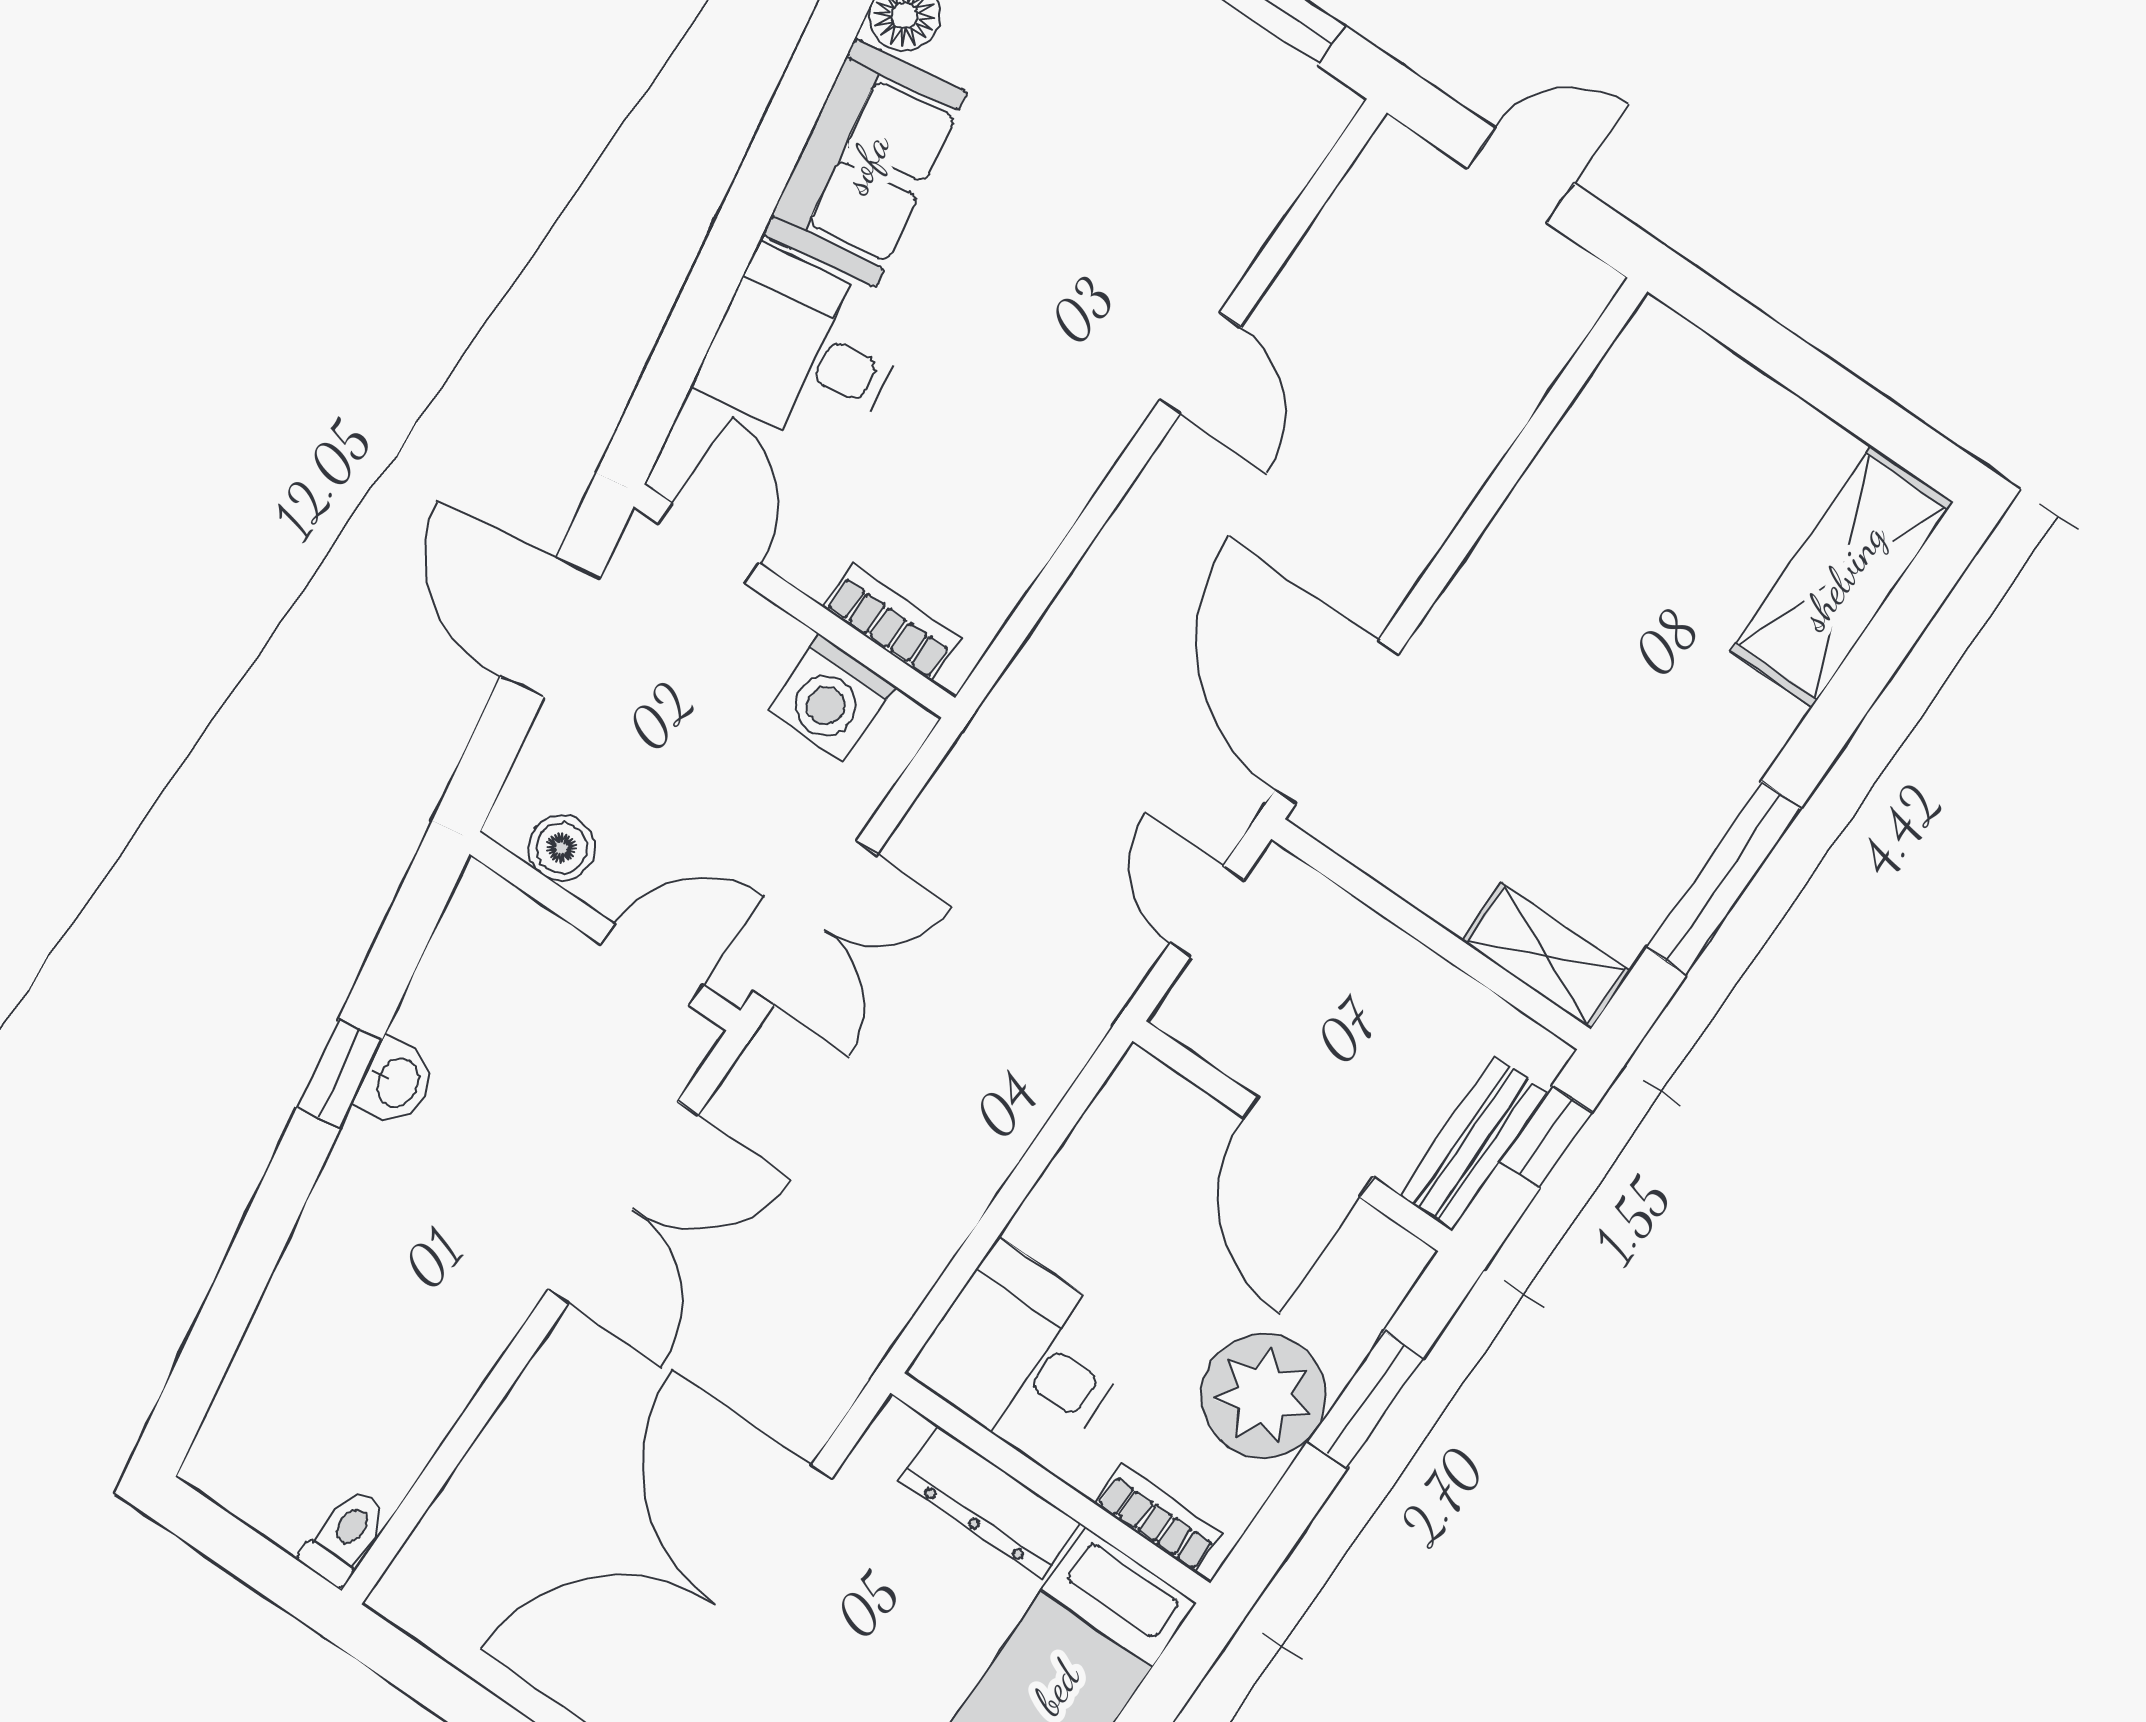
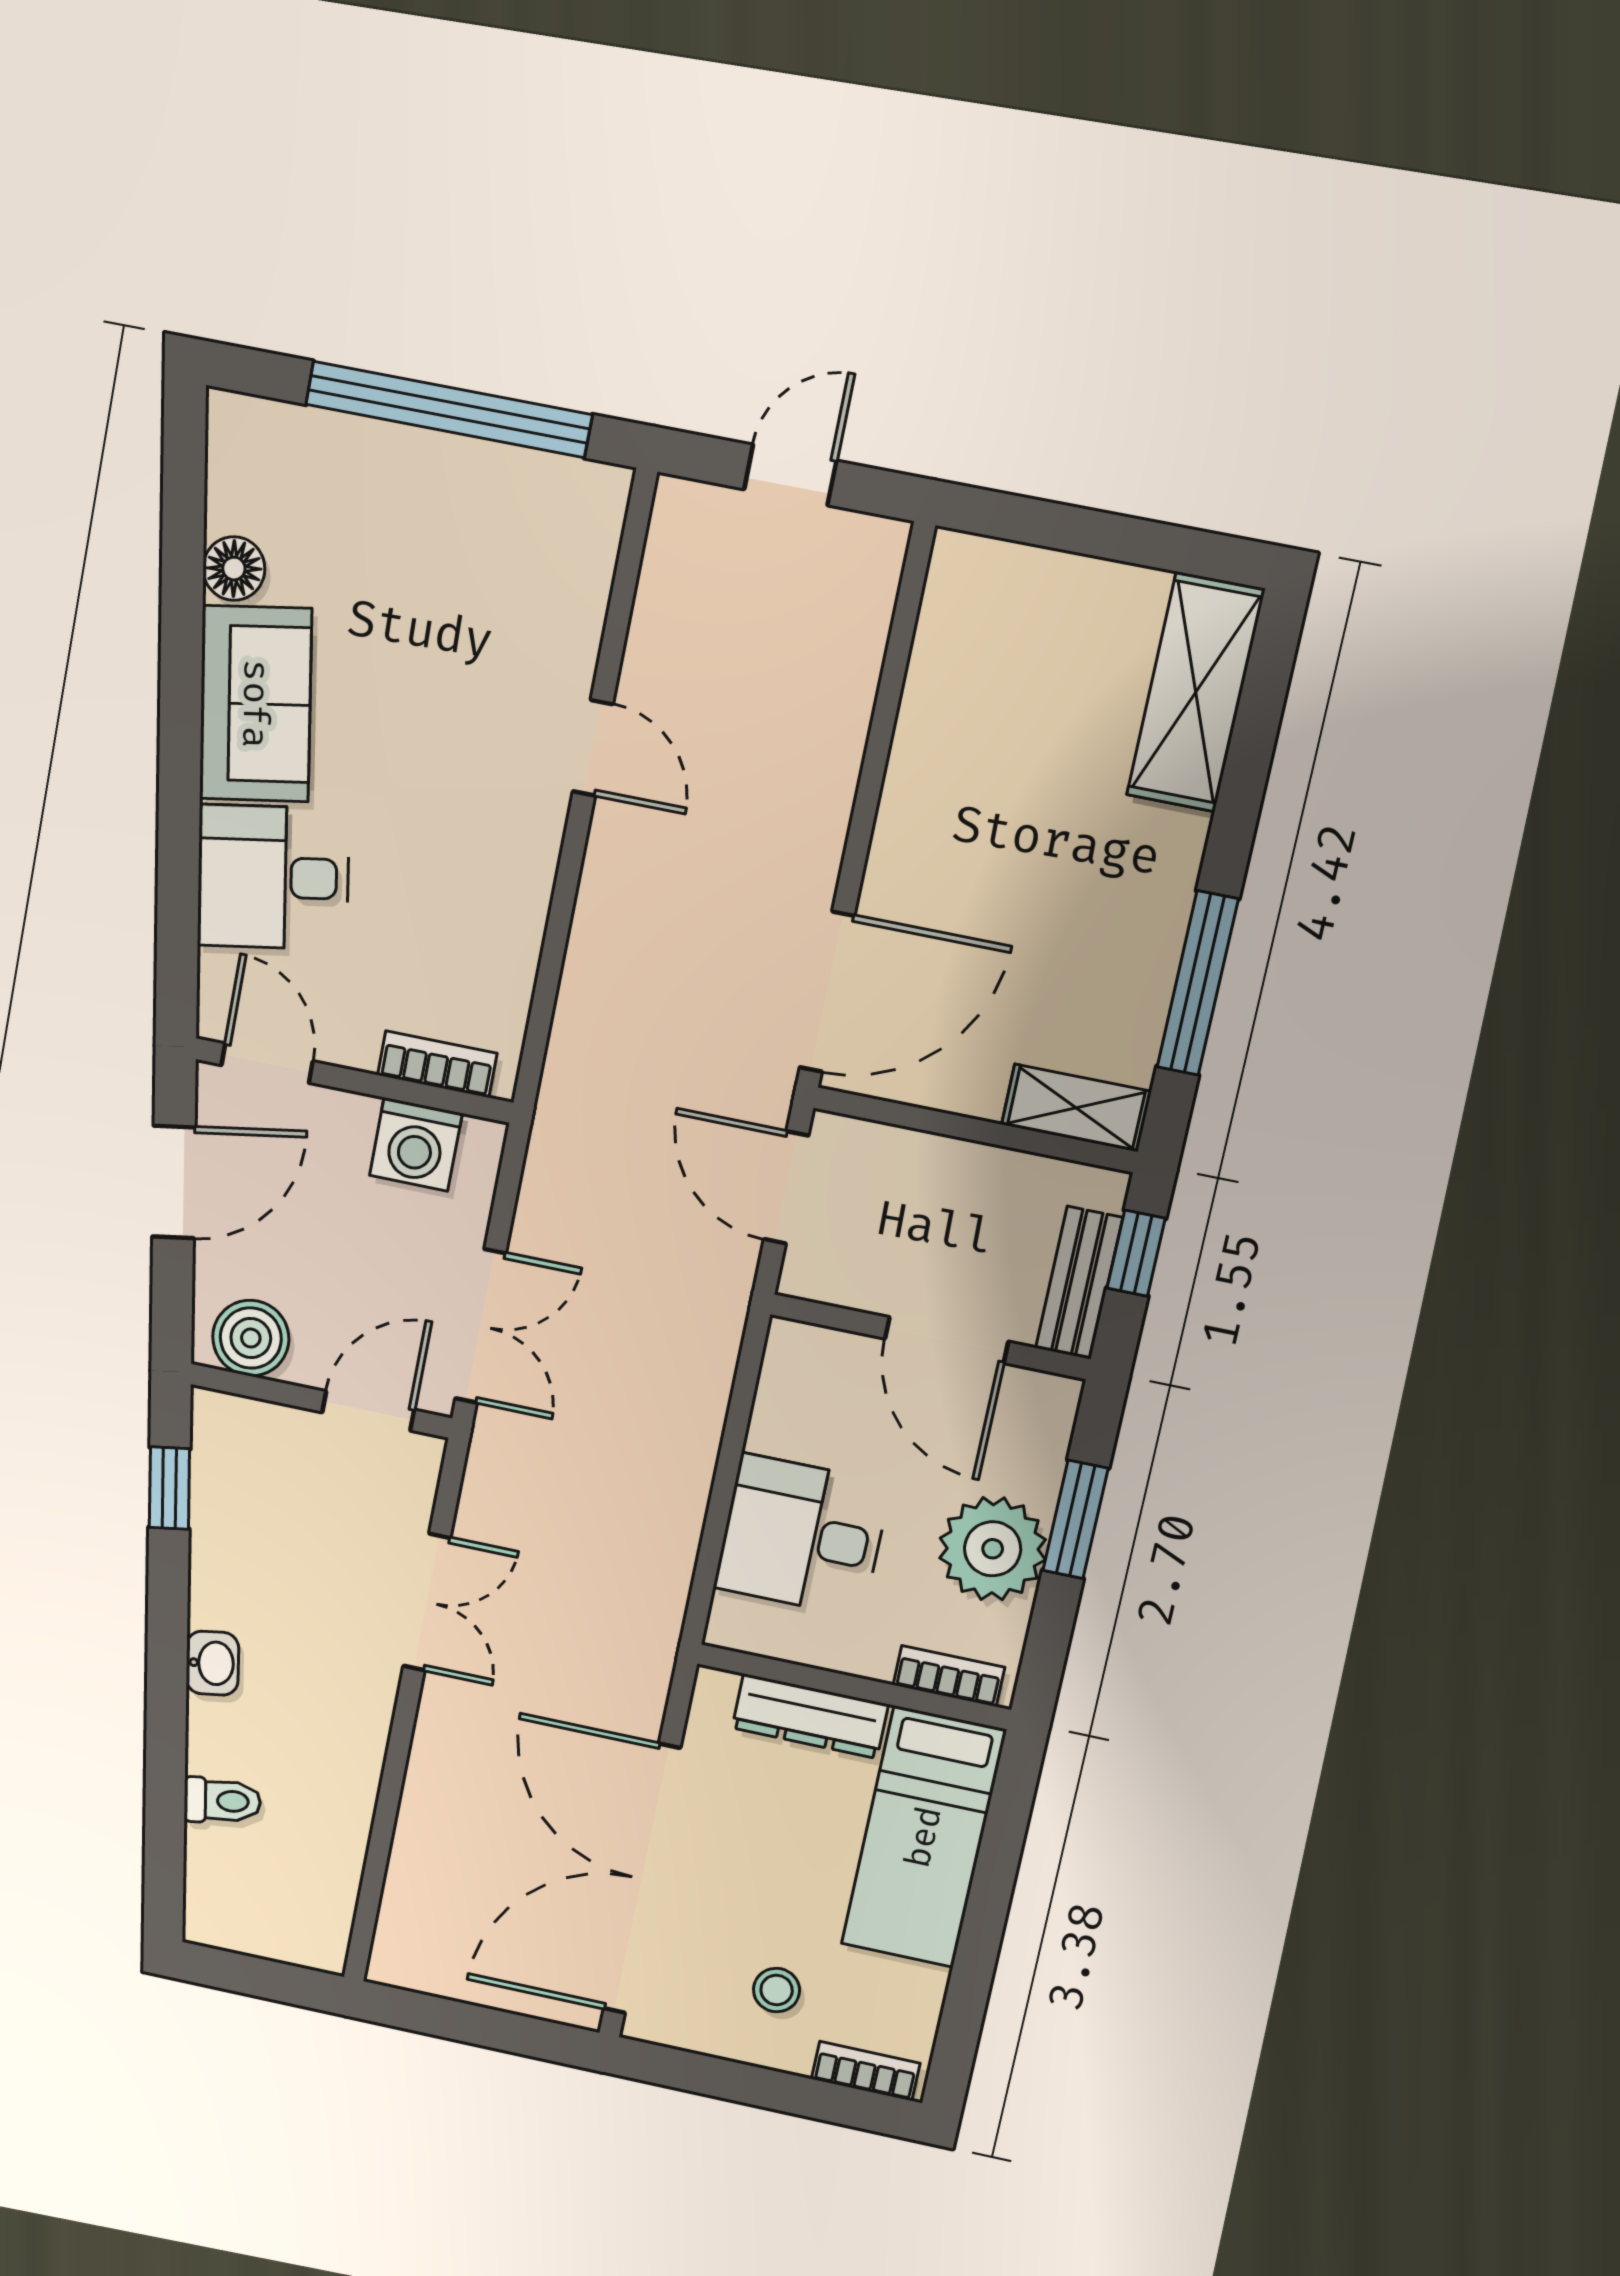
door: (550, 627) -> (174, 1182), swing flipped
door: (1337, 722) -> (827, 992), swing flipped
boiler: (561, 848) -> (251, 1338), width x1.36, depth x1.36
door: (1207, 911) -> (786, 1187), width x1.37
window: (339, 1074) -> (169, 1488), moved
washbasin: (396, 1082) -> (212, 1663), moved
double door: (623, 1202) -> (427, 1602), width x0.73
desk: (1025, 1355) -> (802, 1536), moved
toilet: (344, 1537) -> (222, 1801), moved, turned 81

